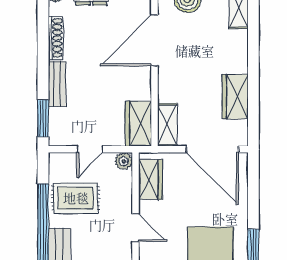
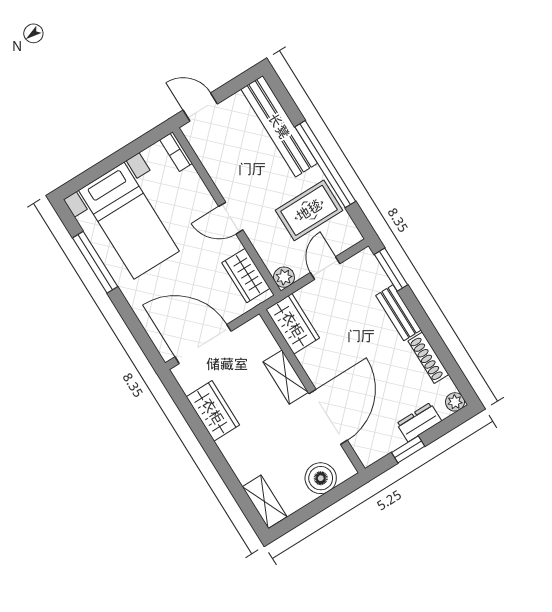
shelving: (167, 125) -> (286, 377), moved

